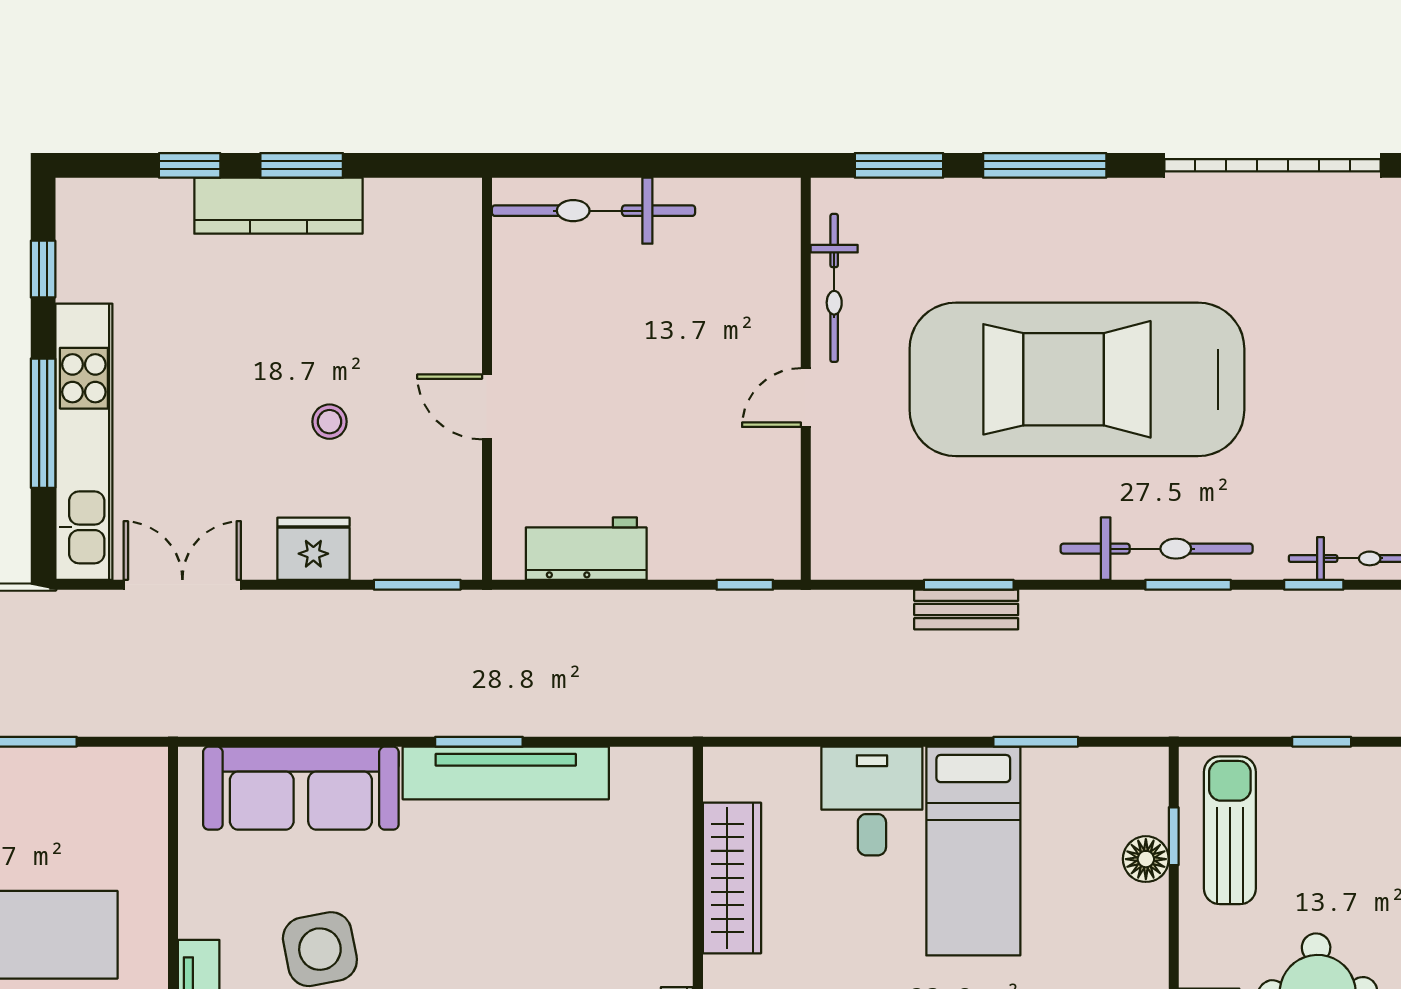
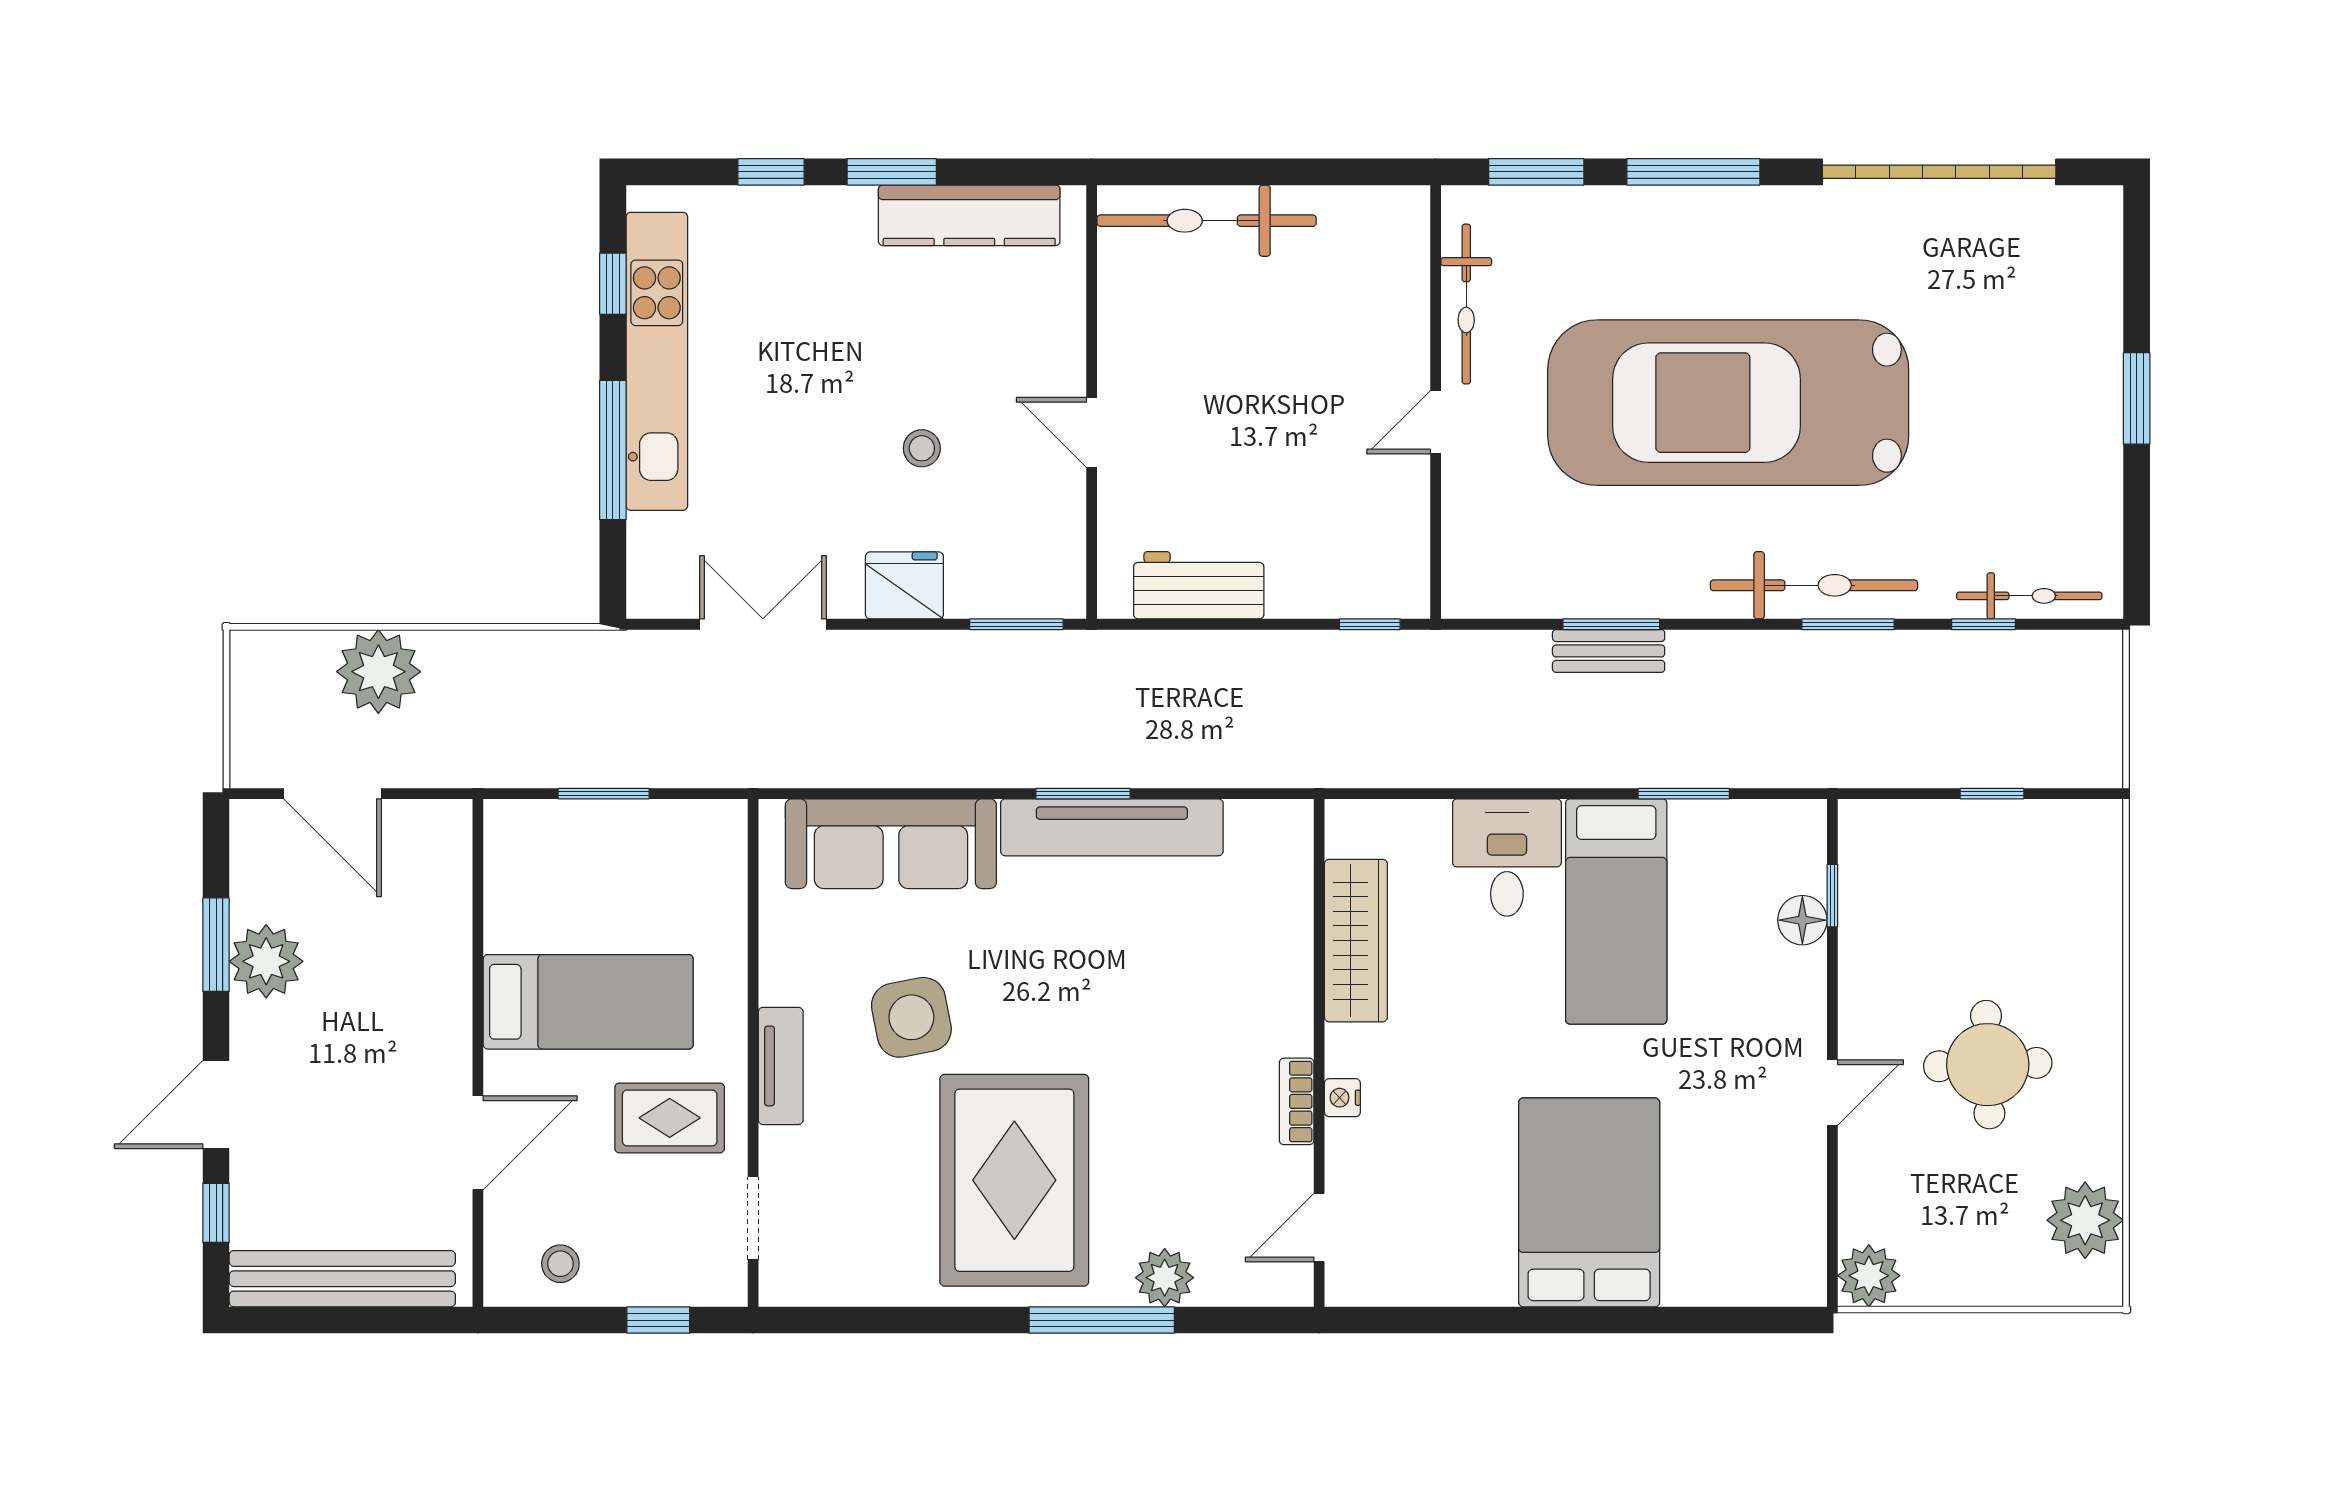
kitchen counter: (278, 206) -> (969, 215), moved
kitchen unit: (84, 442) -> (657, 361), moved
sun lounger: (1230, 830) -> (1893, 889), removed

